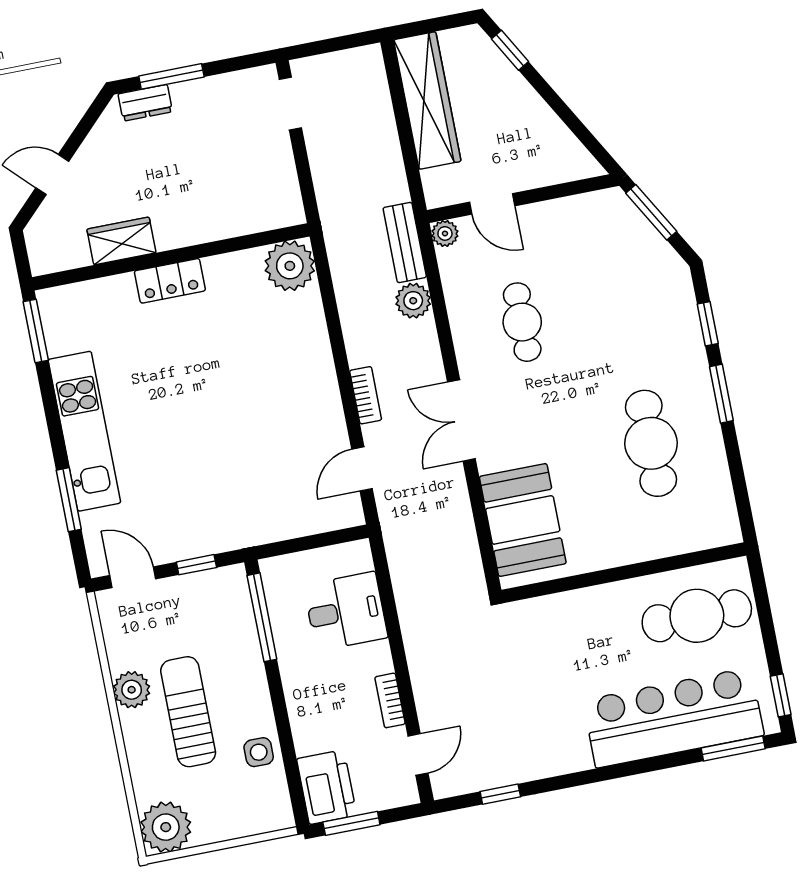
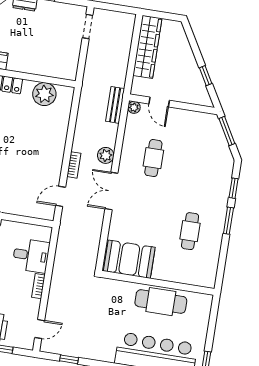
window: (510, 50) -> (206, 76), moved
plant: (290, 266) -> (44, 94), moved
plant: (413, 301) -> (106, 155), moved
cafe table: (651, 443) -> (190, 231), width x0.73, depth x0.74
booth: (523, 520) -> (129, 259), moved, turned 90
cafe table: (697, 616) -> (161, 302), moved
bookcase: (390, 700) -> (38, 286), moved

